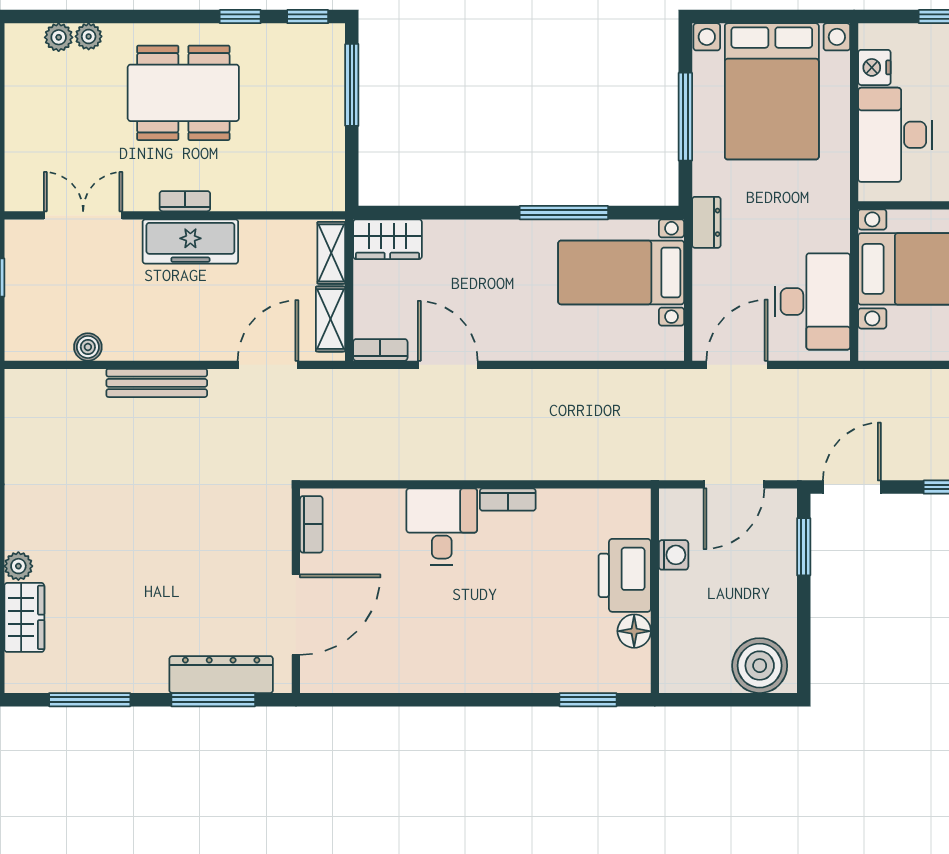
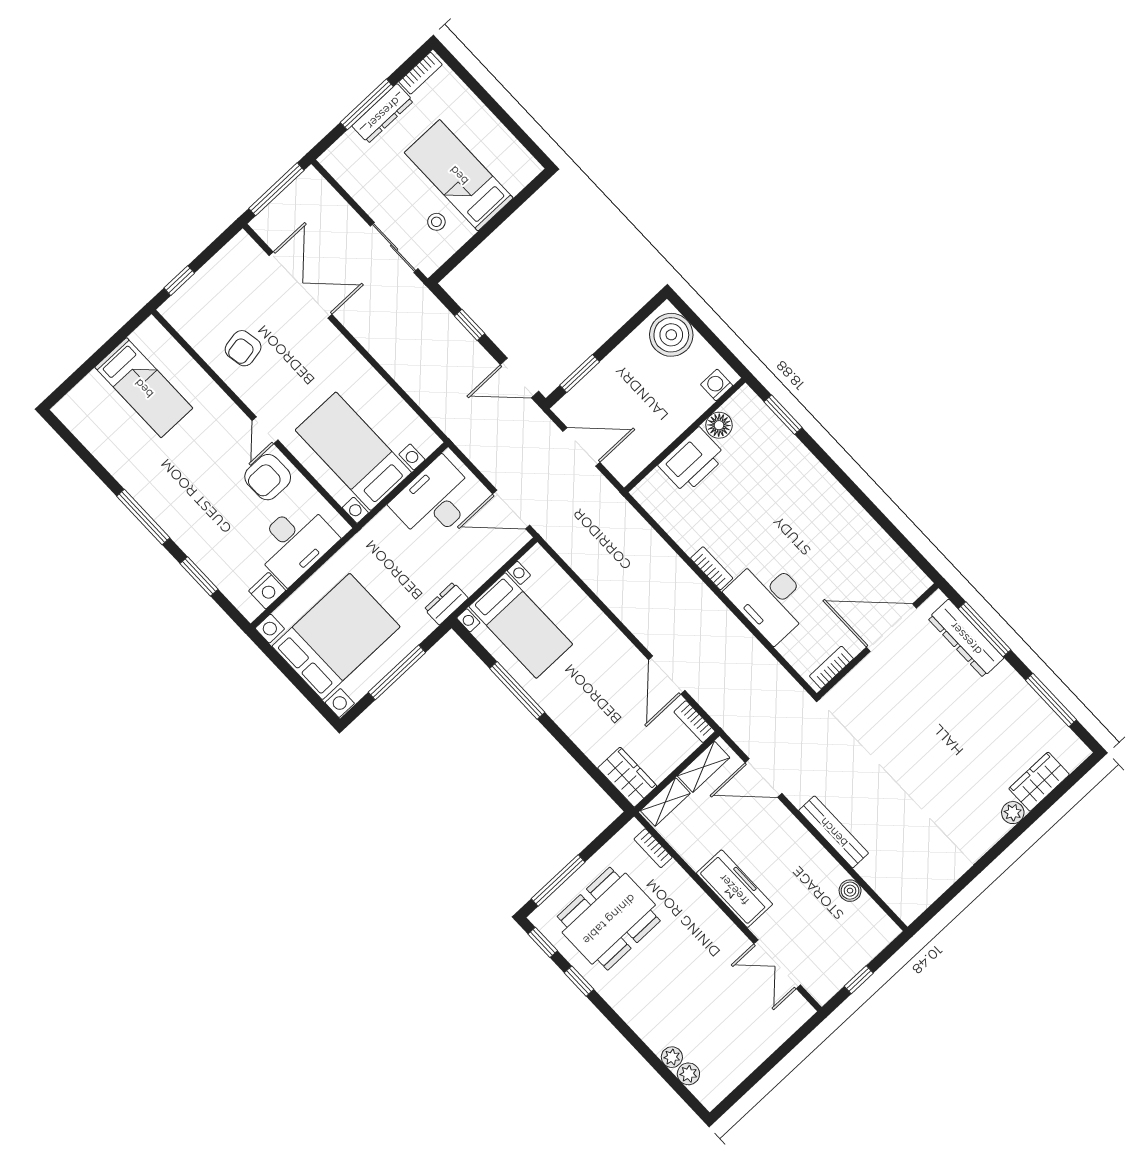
dining table: (183, 93) -> (609, 919), moved, turned 90
bookcase: (185, 201) -> (653, 848), moved
desk: (442, 527) -> (770, 599), width x1.37
washing machine: (674, 555) -> (717, 385), moved

